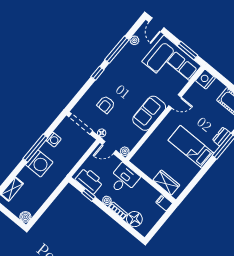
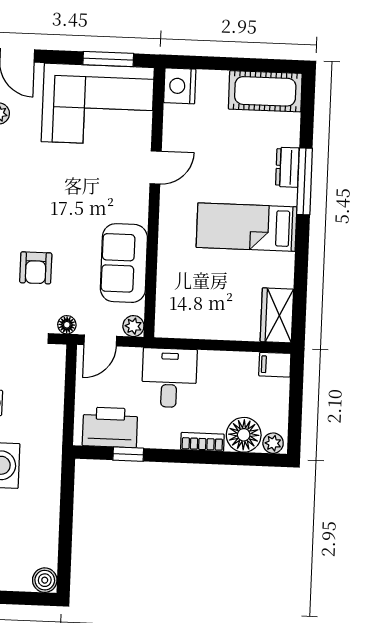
sofa: (149, 113) -> (124, 263), moved
wardrobe: (166, 183) -> (277, 315), moved, turned -90
plant: (107, 200) -> (273, 443), moved

